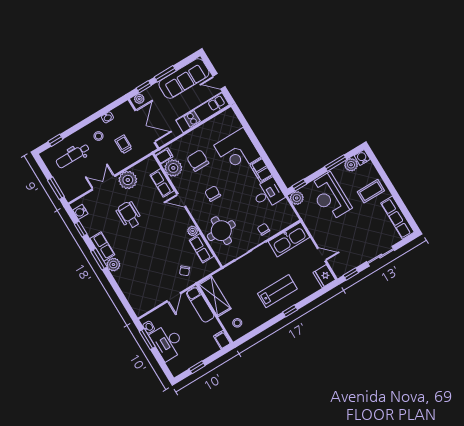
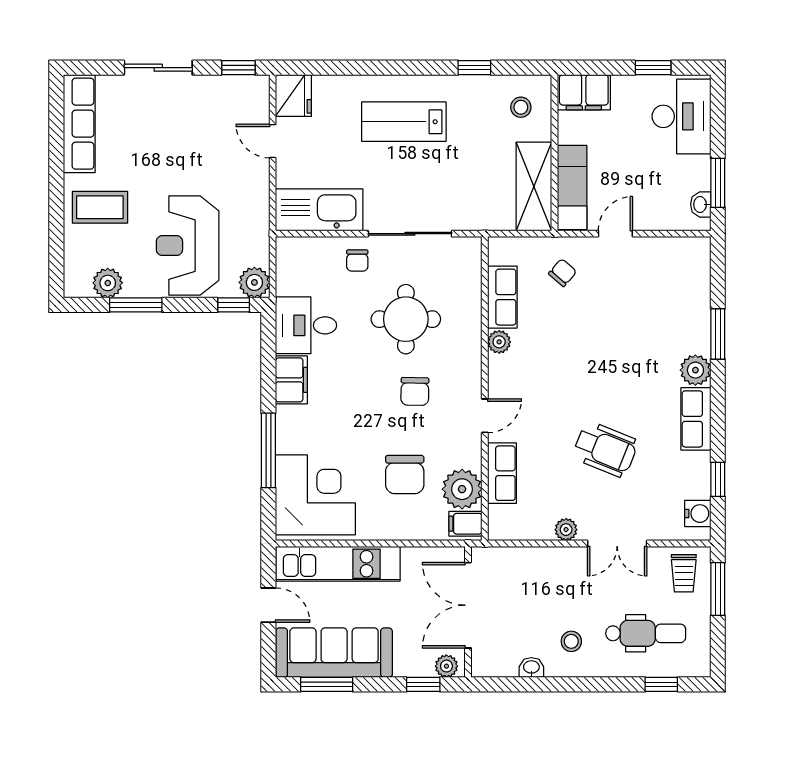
window: (165, 74) -> (327, 684), moved
window: (254, 139) -> (268, 450), added
trolley: (124, 144) -> (684, 573), moved
corner desk: (237, 151) -> (315, 495), moved
water cooler: (362, 157) -> (77, 284), removed
plant: (128, 180) -> (566, 530), width x0.53, depth x0.53
reception desk: (330, 197) -> (188, 246), turned 180
door: (181, 200) -> (485, 416), hinge flipped
wheelchair: (129, 215) -> (605, 449), turned -68
round table: (221, 231) -> (406, 319), moved
window: (99, 259) -> (718, 334), moved
window: (290, 311) -> (474, 68), moved
filing cabinet: (222, 340) -> (584, 92), width x2.00
desk: (168, 342) -> (681, 116), moved

